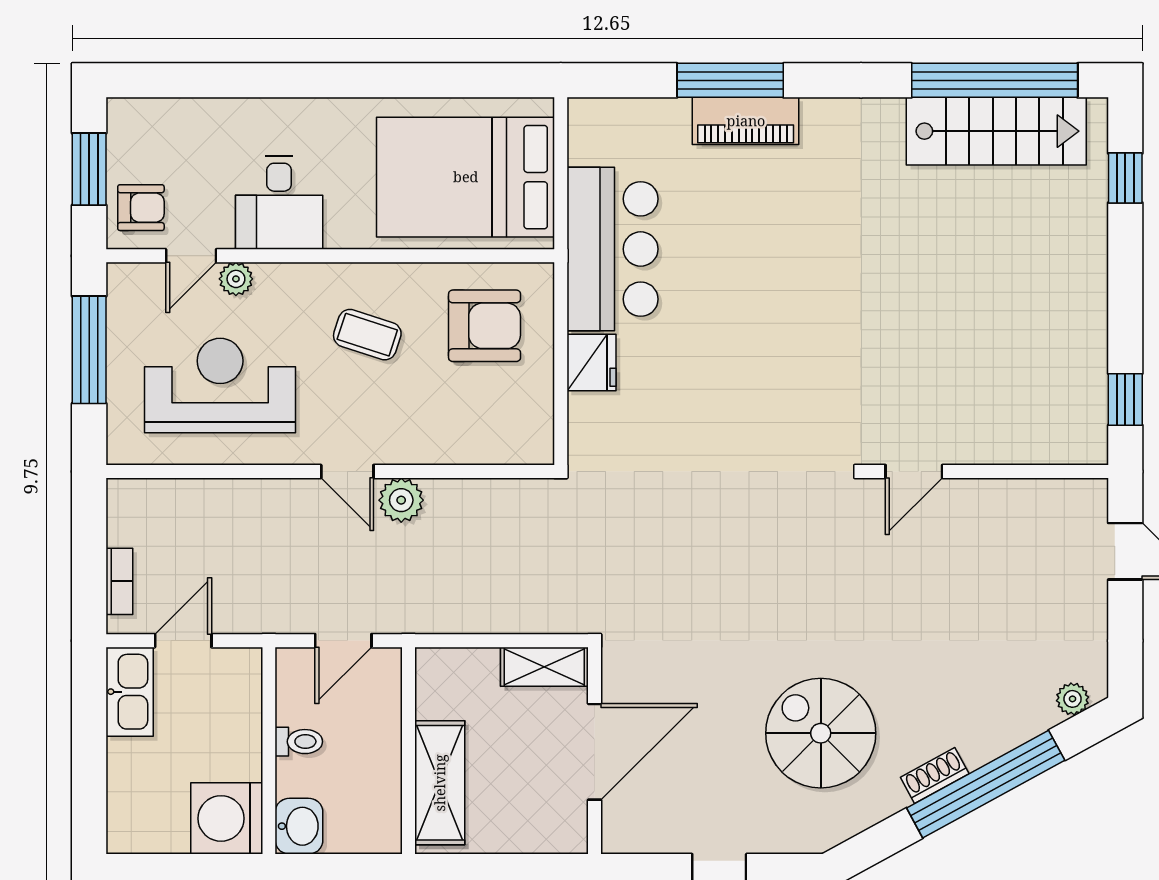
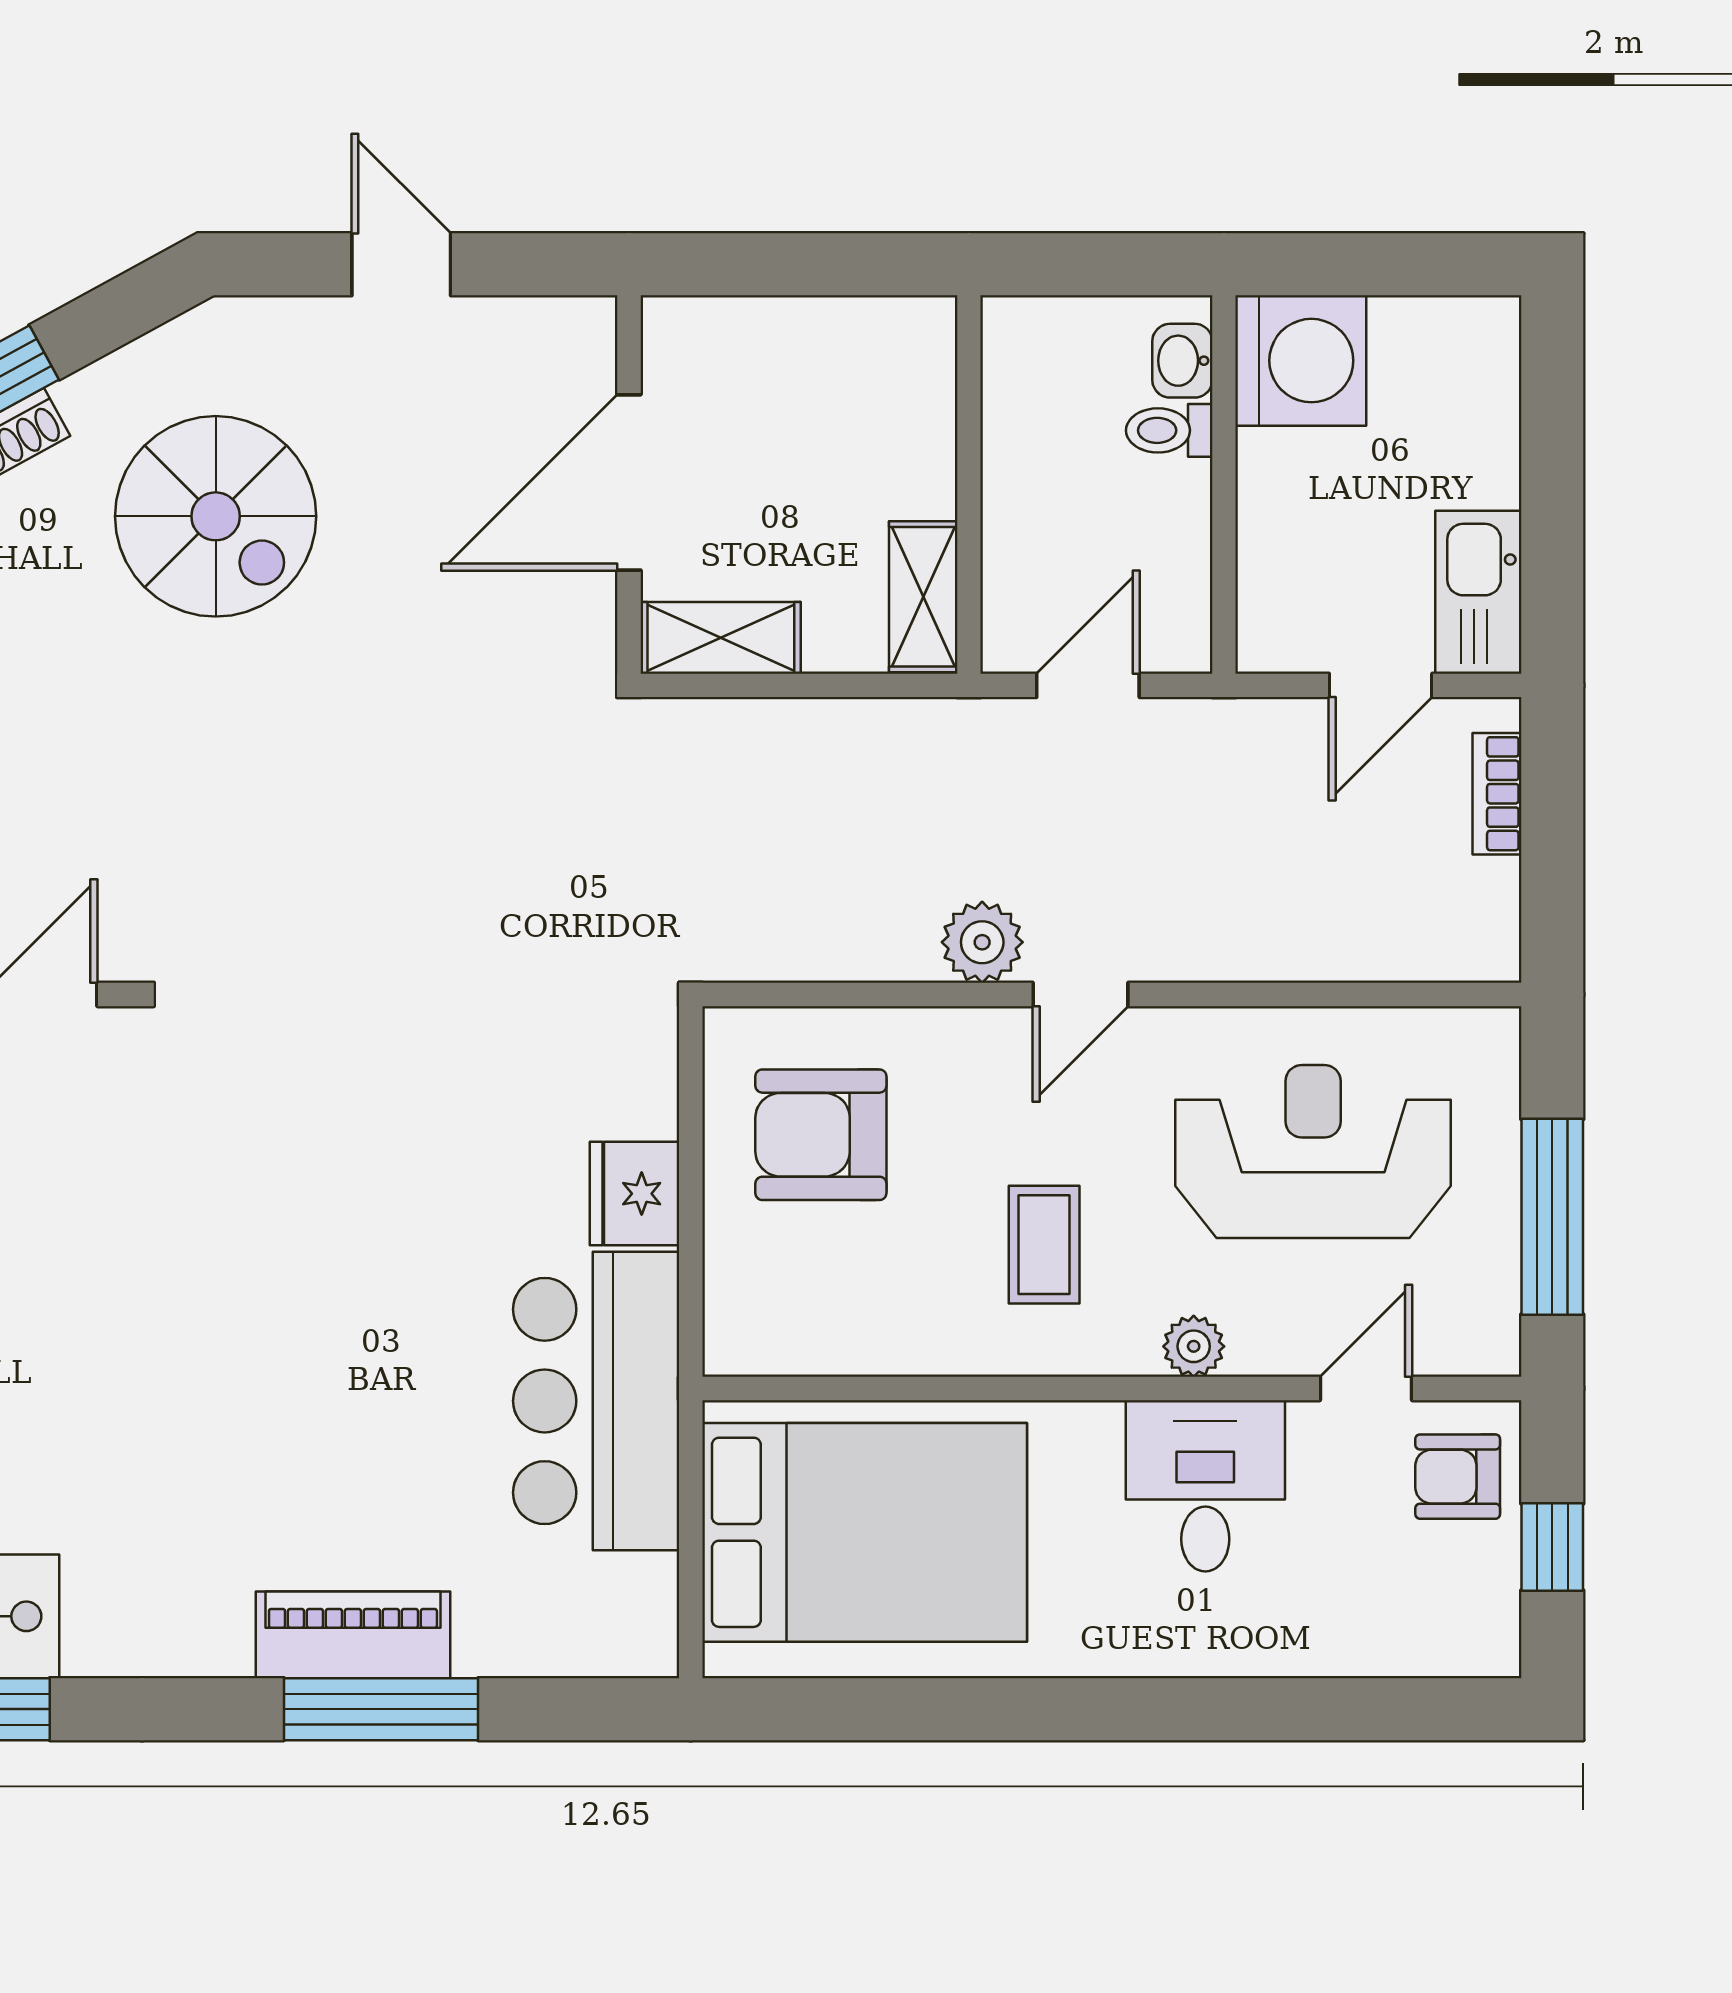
window: (89, 169) -> (1552, 1547), width x0.67
plant: (236, 279) -> (1194, 1346), moved
armchair: (485, 326) -> (821, 1135), moved
coffee table: (367, 335) -> (1044, 1245), turned 72
reception desk: (220, 386) -> (1313, 1151), turned 180
door: (347, 472) -> (1081, 994), swing flipped
toilet: (299, 742) -> (1169, 430), moved
shelving: (440, 783) -> (923, 597), moved, width x0.67, depth x0.75
washbasin: (299, 826) -> (1182, 361), width x0.72, depth x0.69

